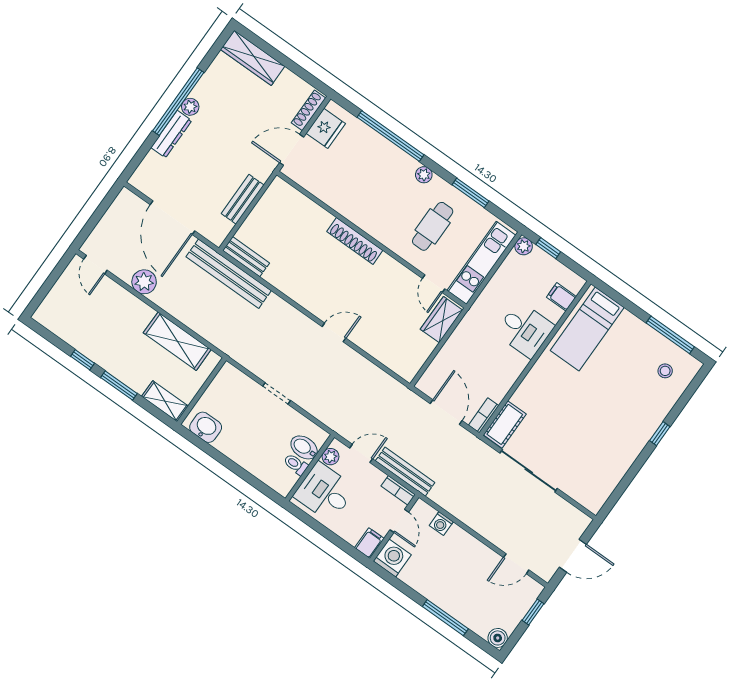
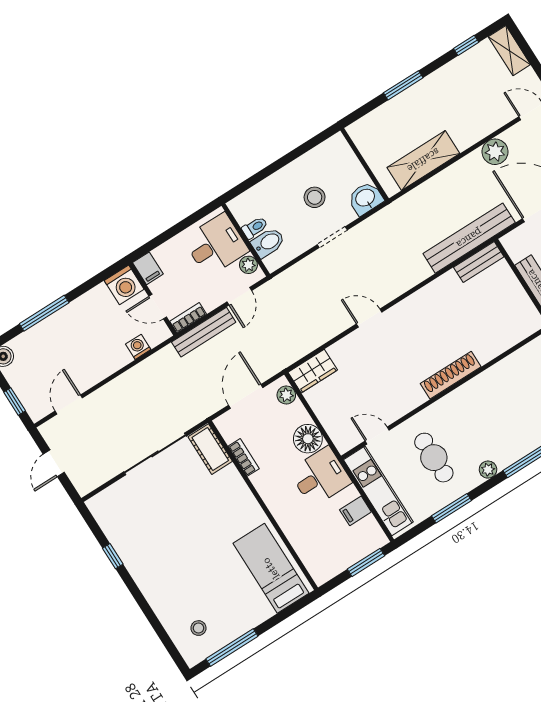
plant: (524, 246) -> (286, 395), moved
window: (548, 248) -> (366, 562), width x1.50
filing cabinet: (561, 297) -> (355, 511), moved, turned 180
wardrobe: (441, 320) -> (313, 371), moved, turned 90
desk: (525, 330) -> (320, 477), moved, turned 180
door: (334, 332) -> (369, 318), swing flipped
floor lamp: (461, 343) -> (308, 439), added
window: (82, 360) -> (466, 45), moved
shelving: (165, 401) -> (509, 51), moved, turned 90
door: (446, 412) -> (246, 396), swing flipped
bookcase: (484, 415) -> (244, 457), moved
stool: (248, 423) -> (315, 197), added
washbasin: (206, 427) -> (365, 198), moved, turned 180
window: (660, 434) -> (113, 556), moved
door: (573, 556) -> (54, 463), width x0.73

